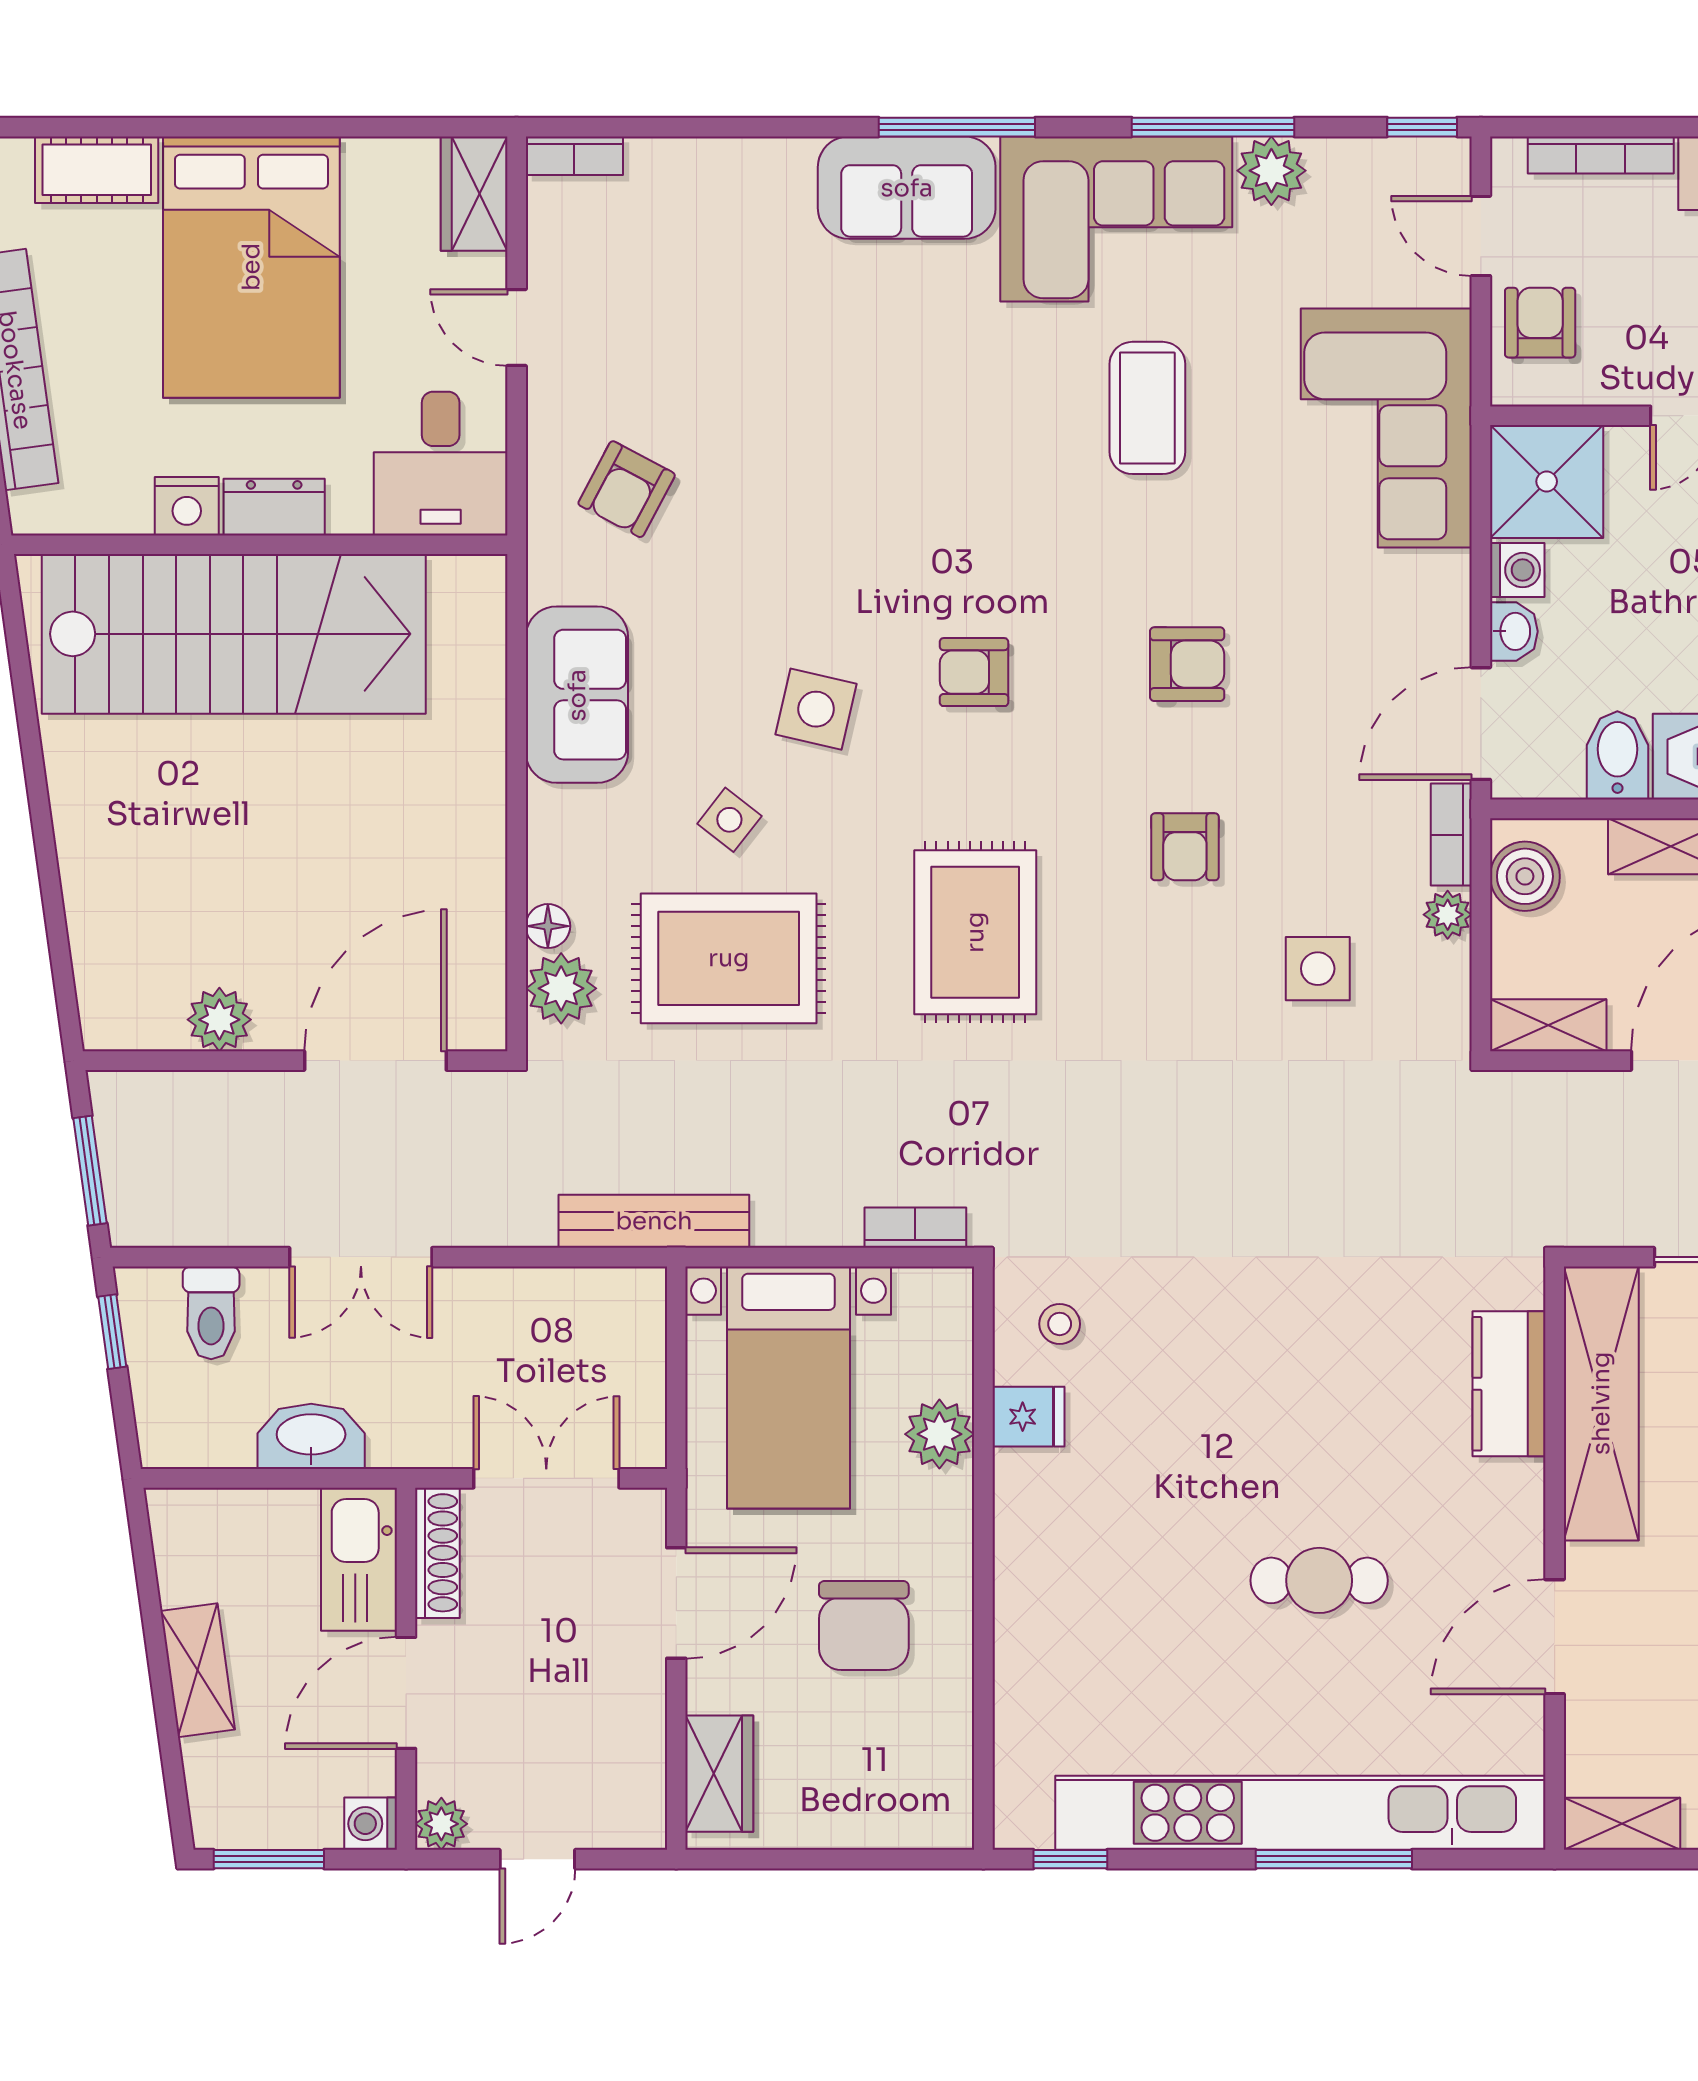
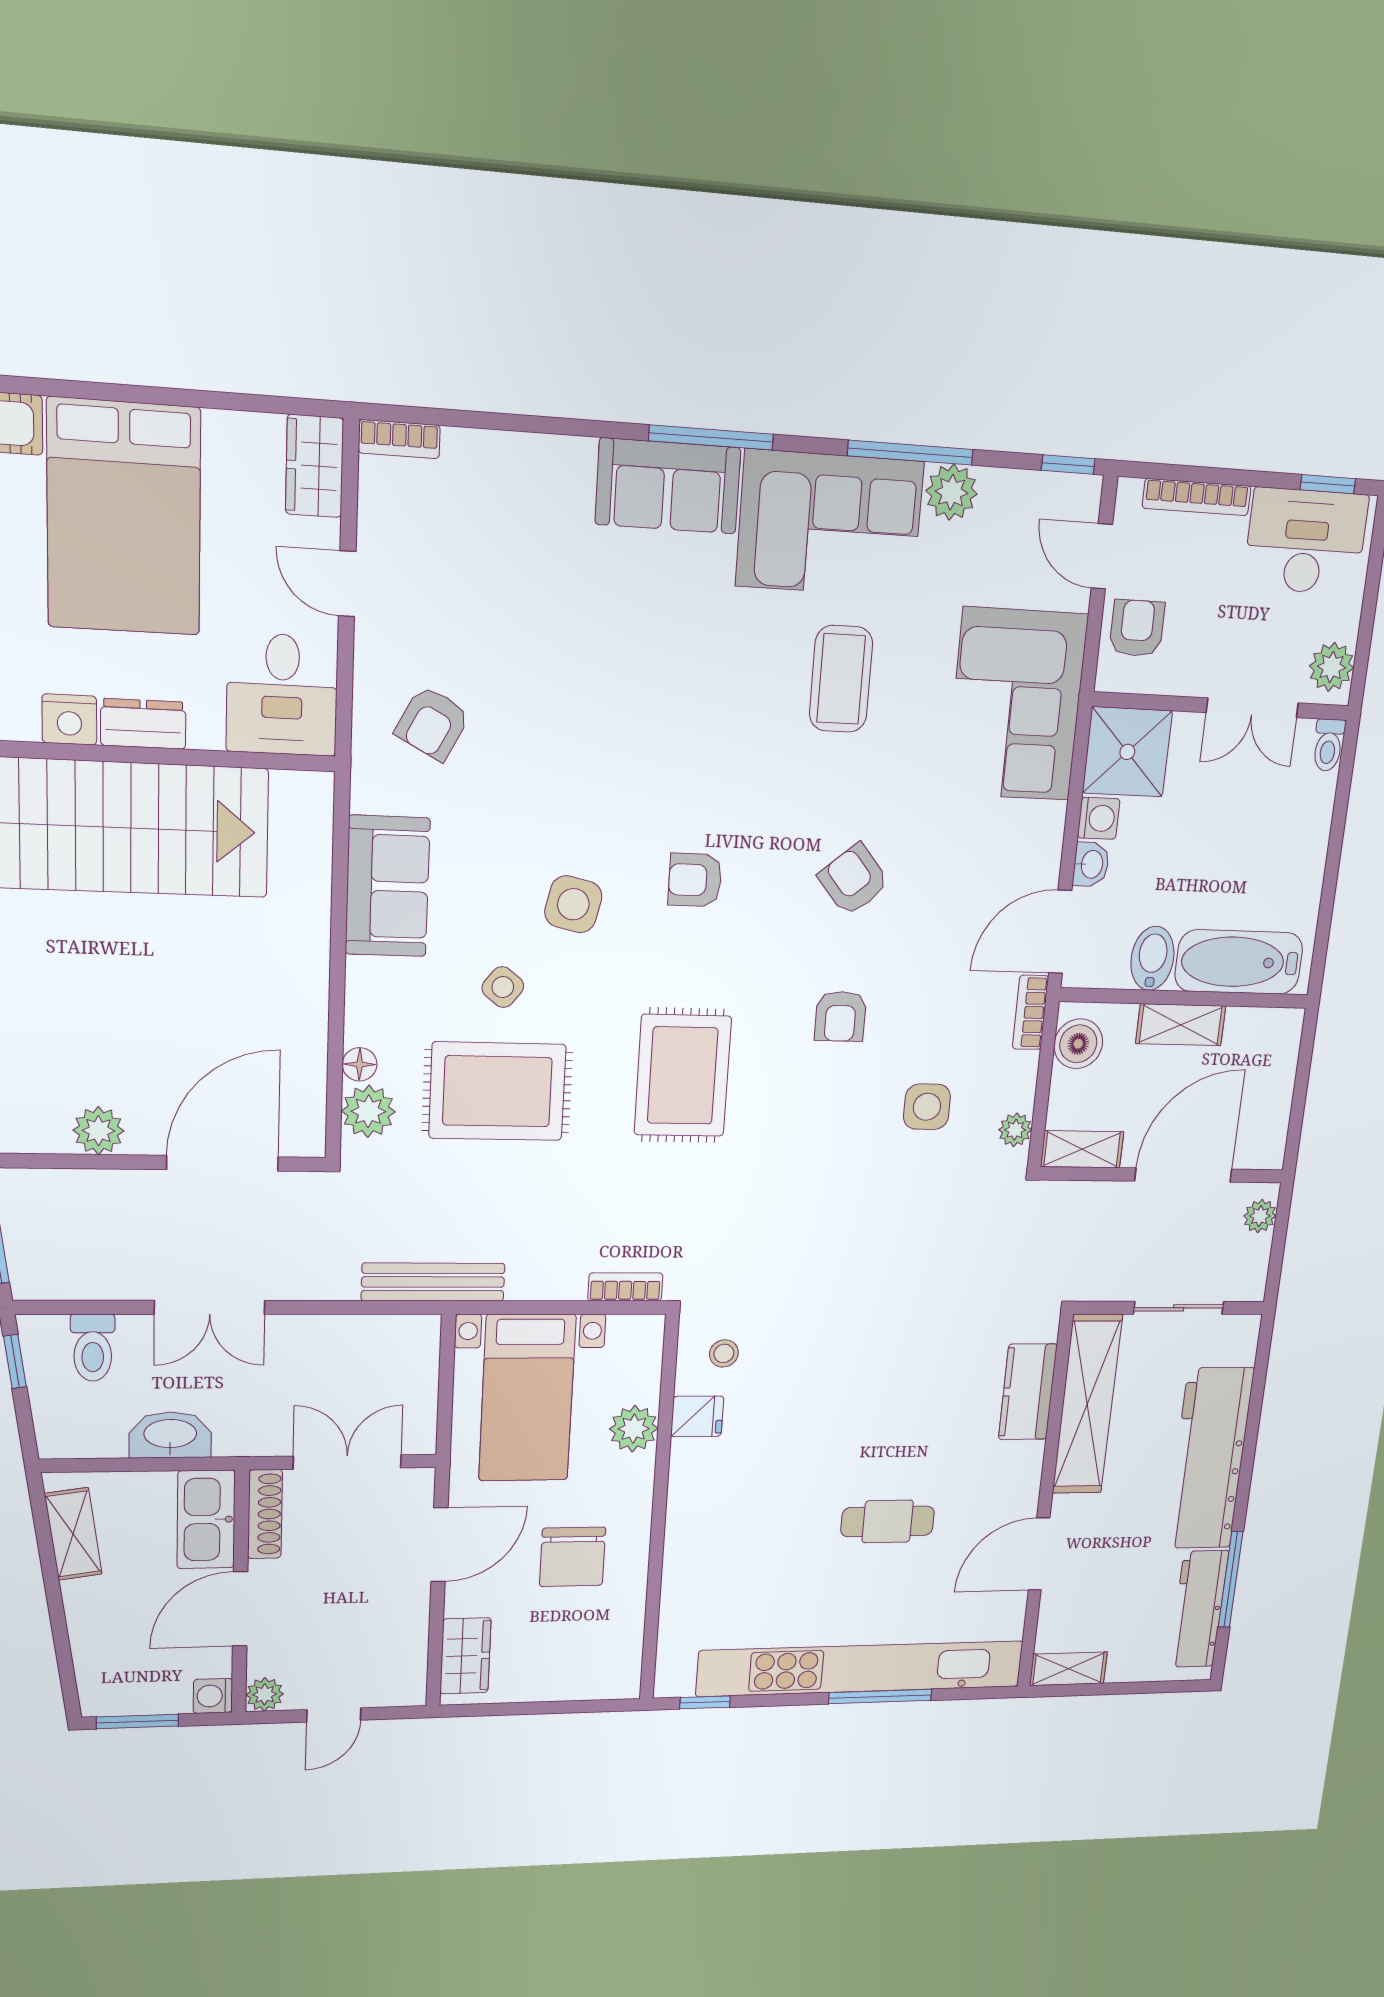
armchair: (1187, 664) -> (854, 880), turned -130
plant: (1448, 915) -> (1015, 1130), moved
shelving: (198, 1670) -> (73, 1534), moved

